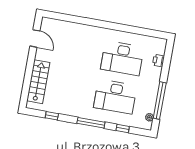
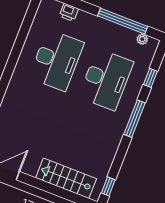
window: (52, 116) -> (108, 186), moved

